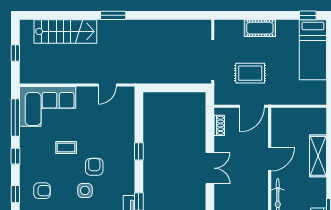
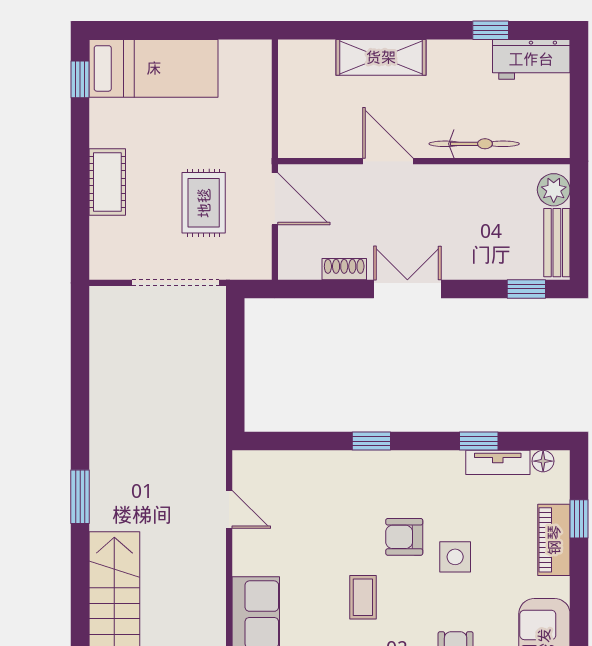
shoe rack: (219, 125) -> (344, 269), moved

